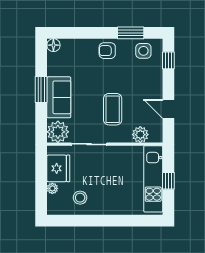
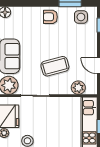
coffee table: (113, 109) -> (55, 66), turned 75

